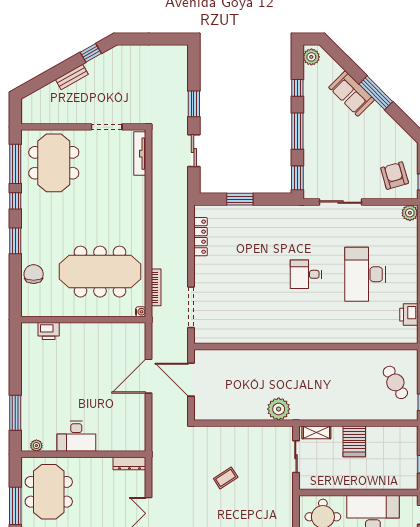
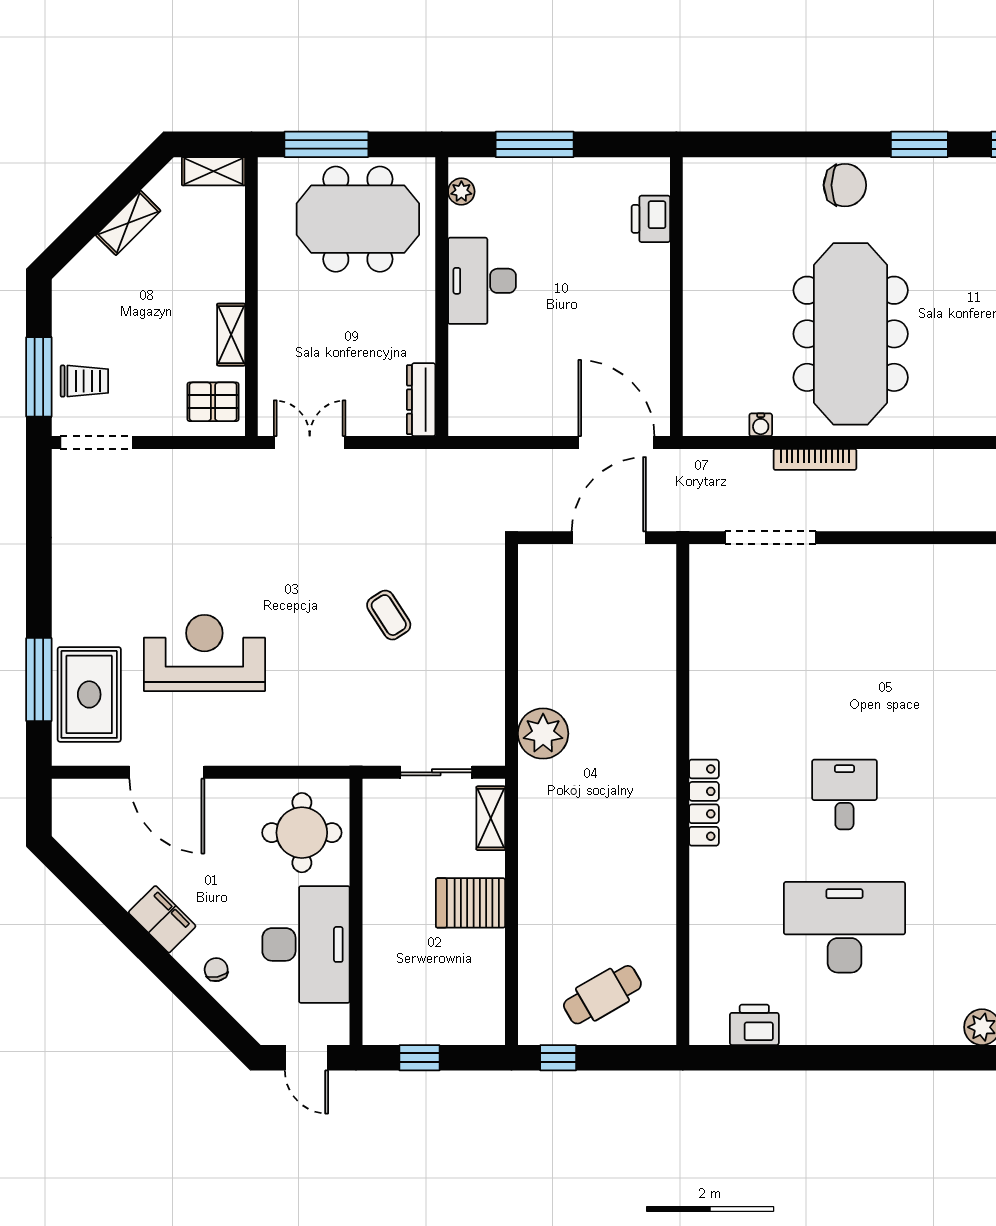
locker: (201, 237) -> (704, 803), moved, turned -90
wall: (83, 320) -> (676, 297), moved
printer: (49, 331) -> (651, 219), moved

